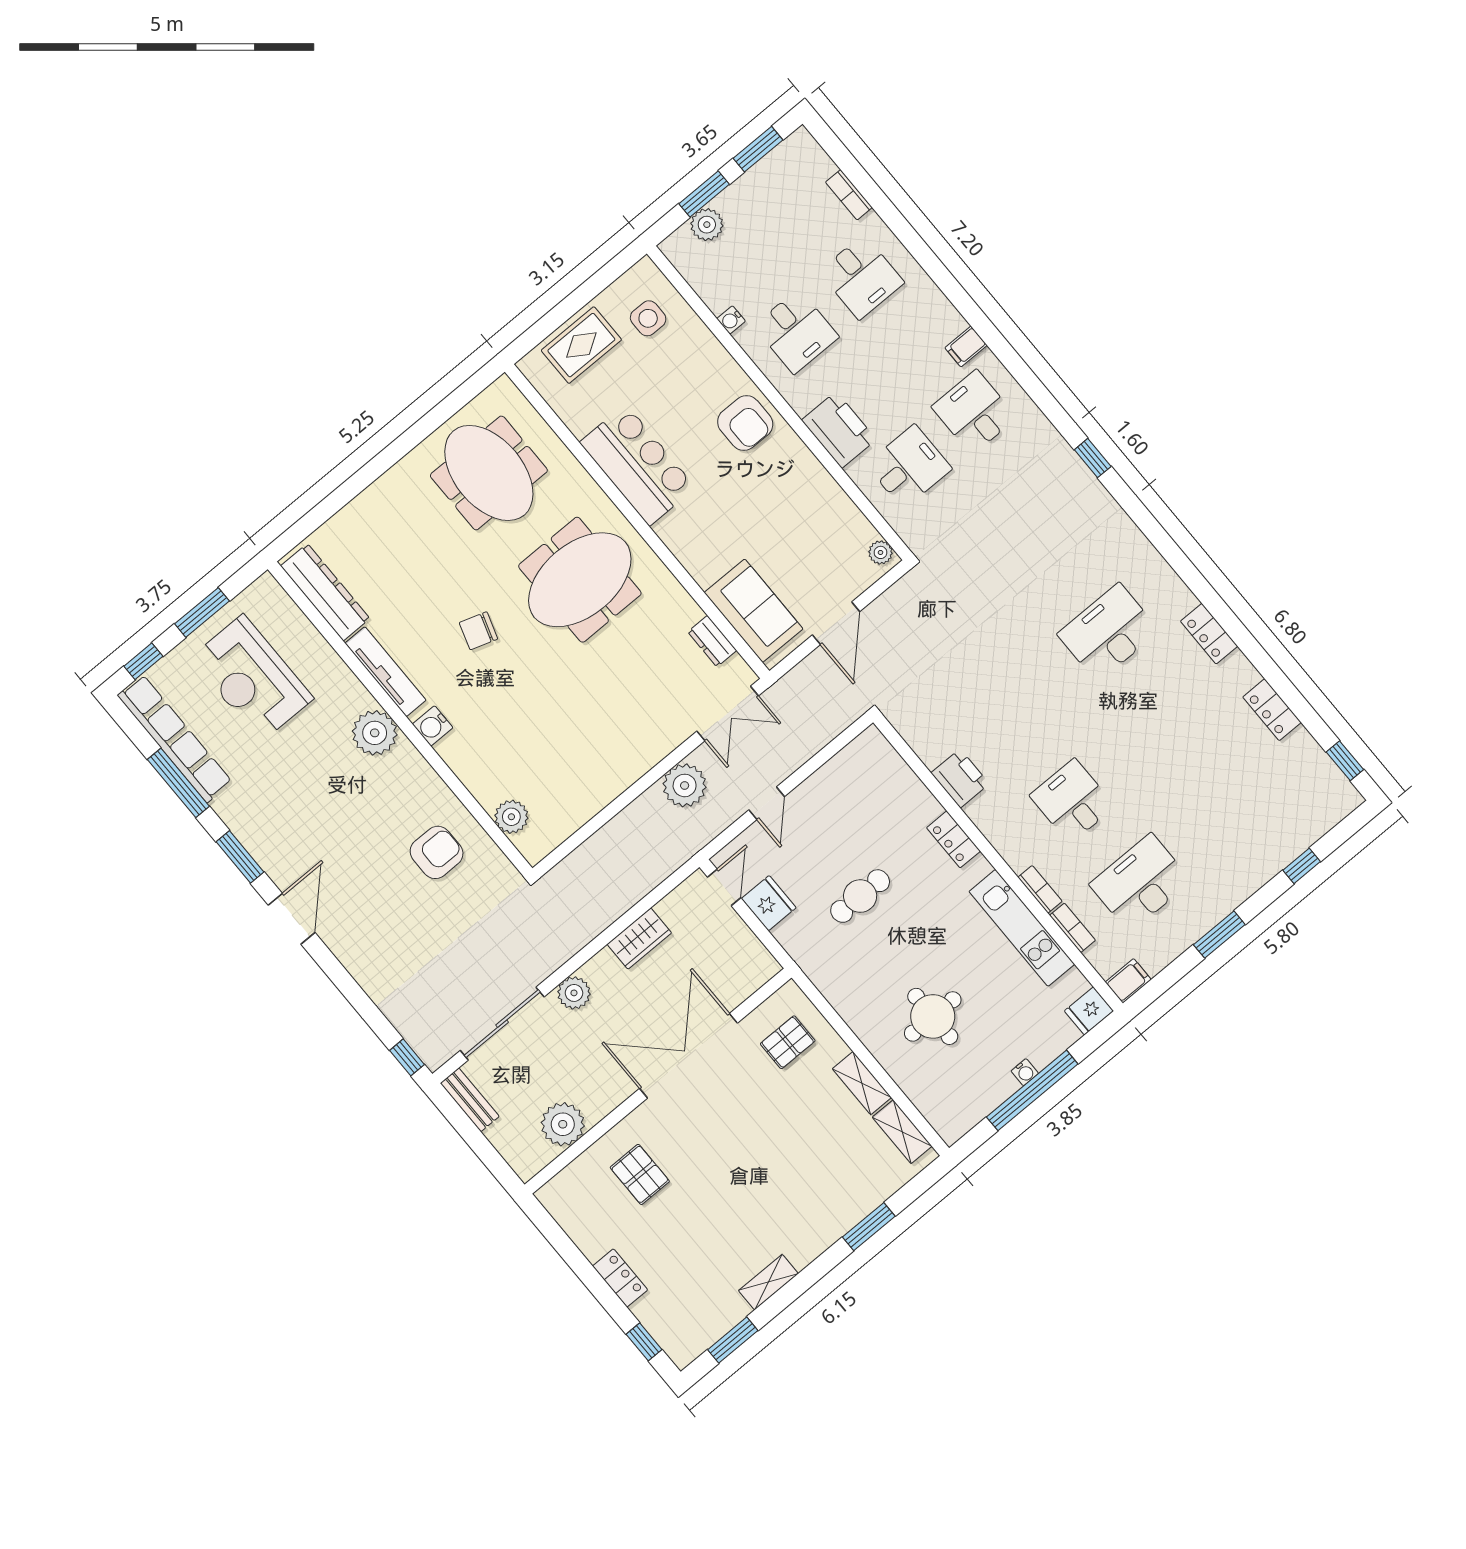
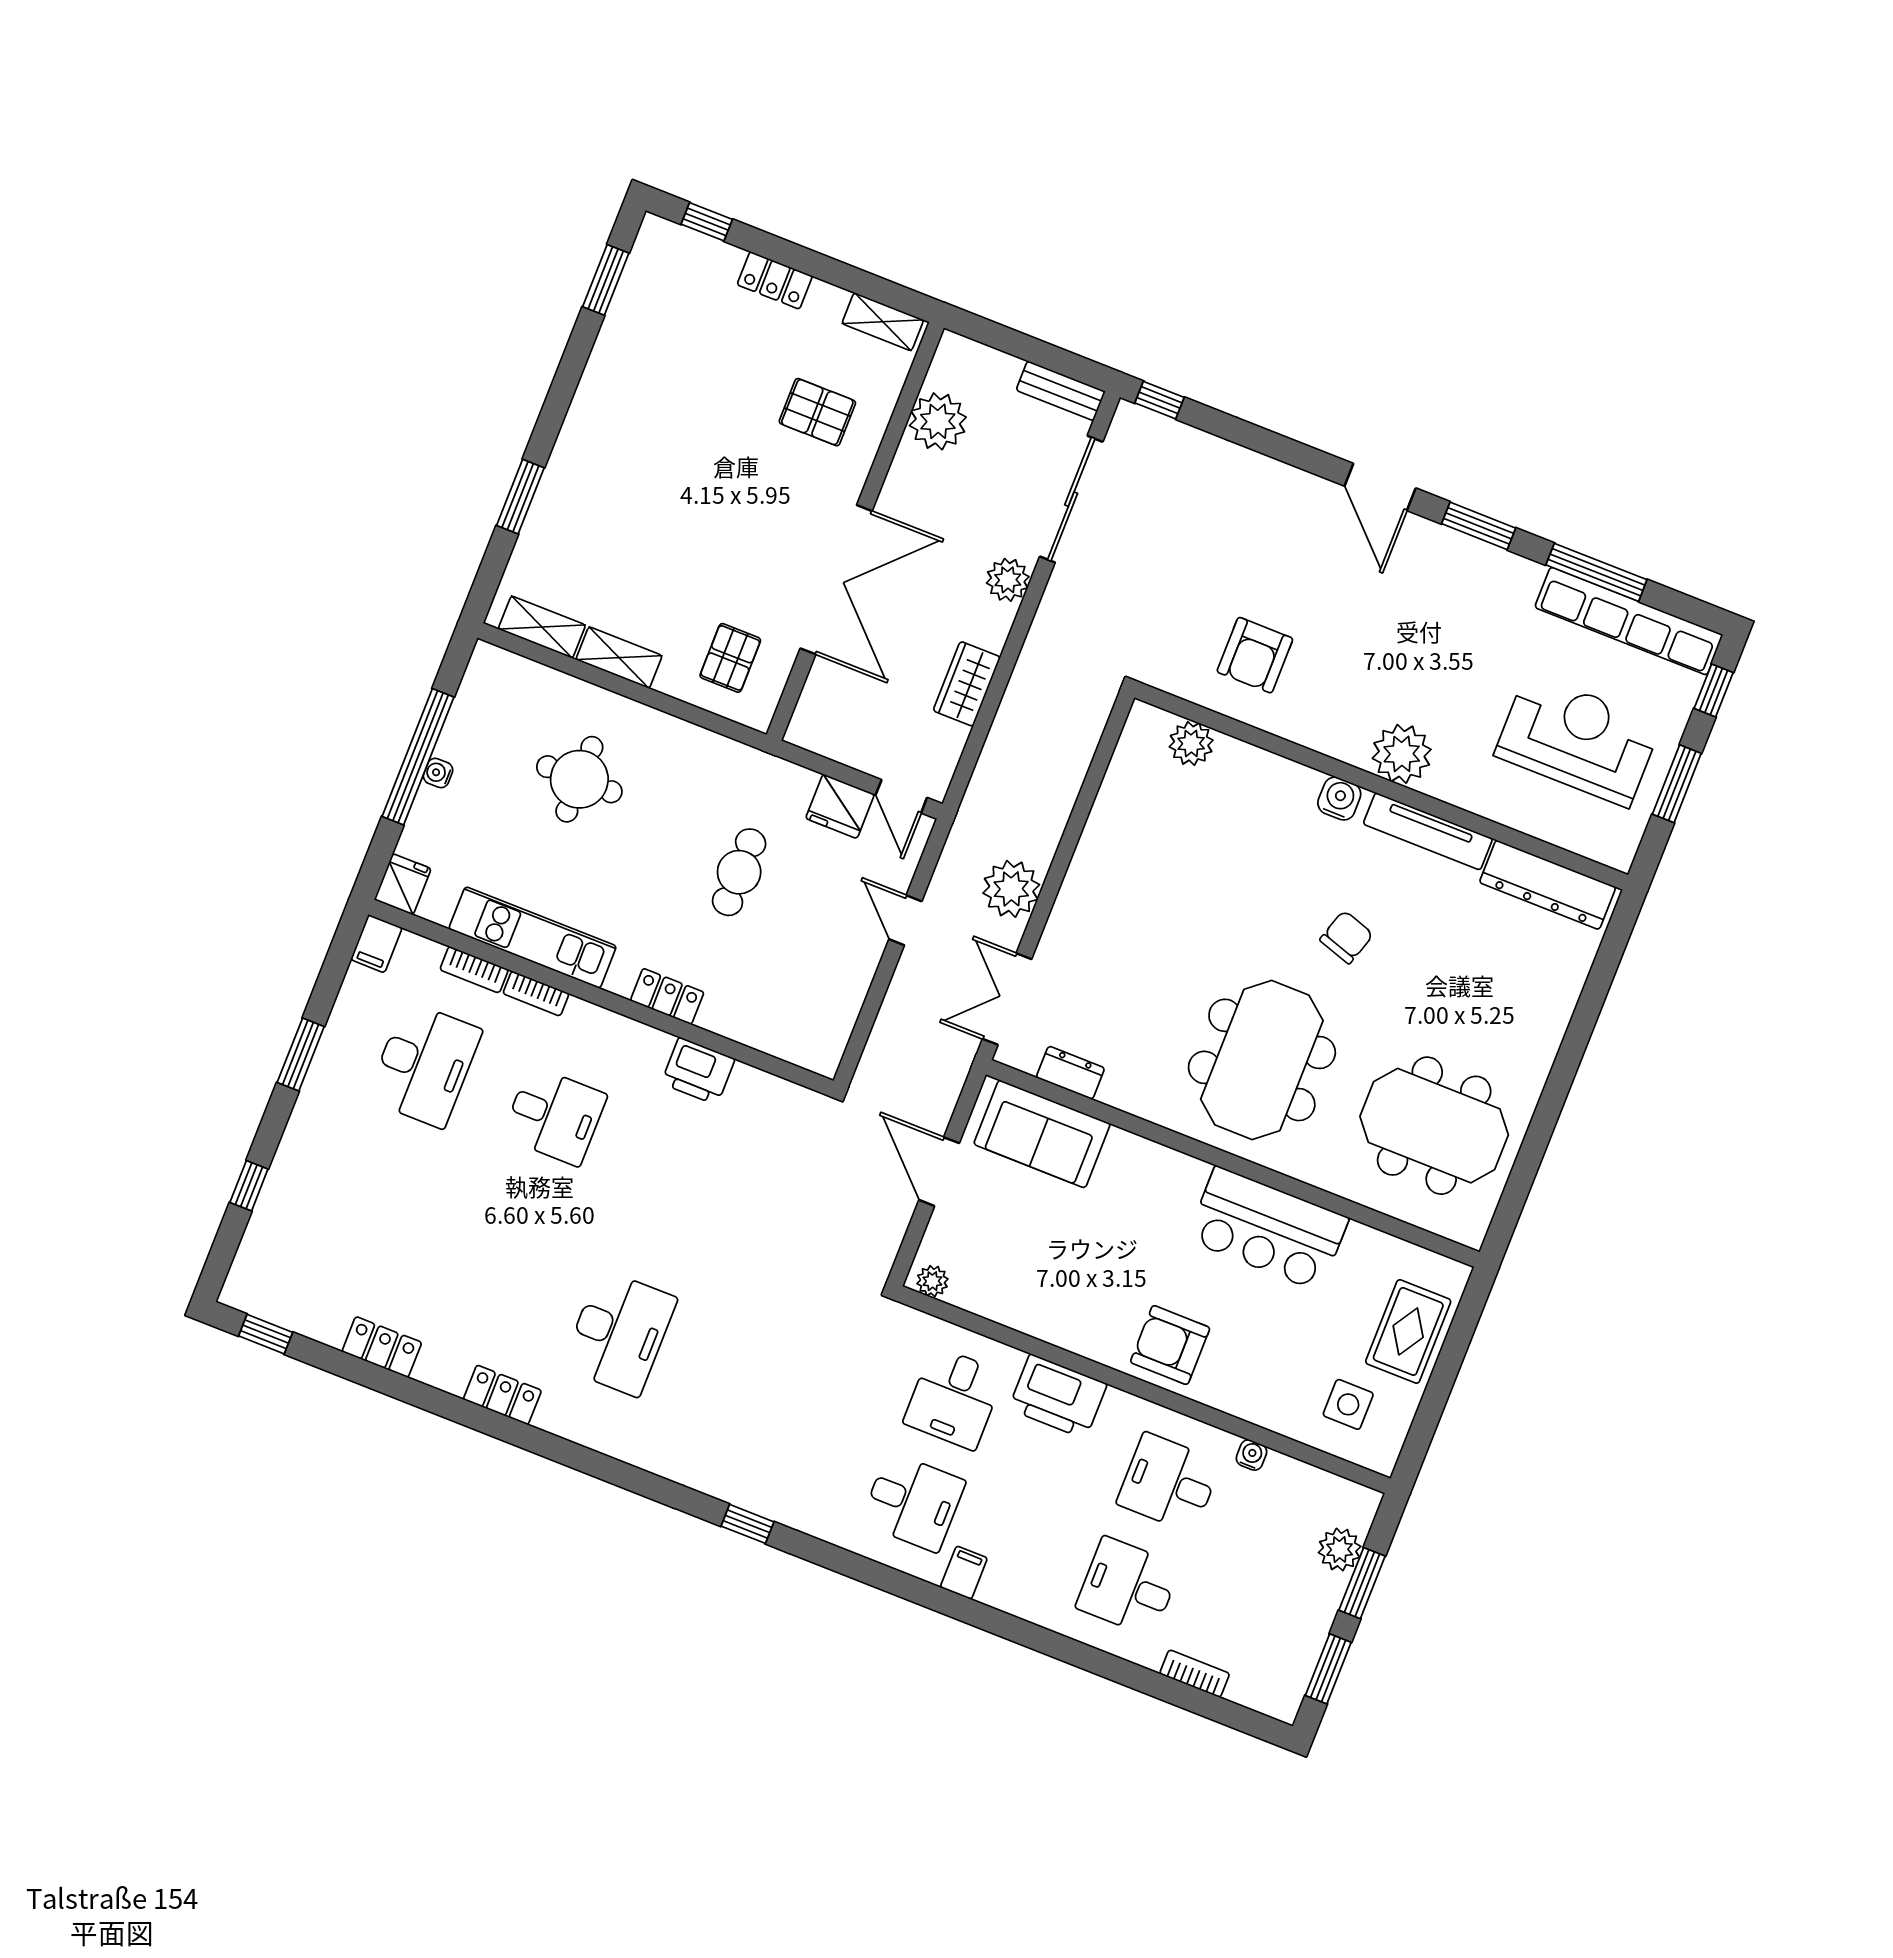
shelving: (768, 1282) -> (883, 322), moved, turned 90

